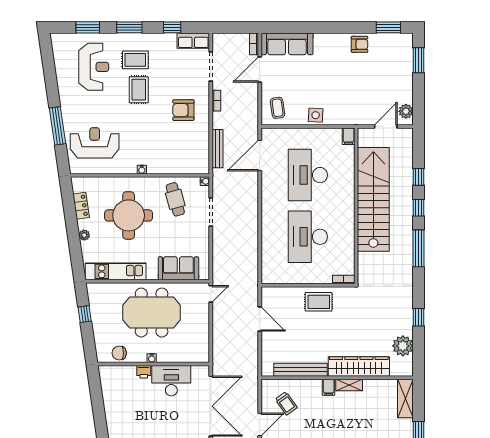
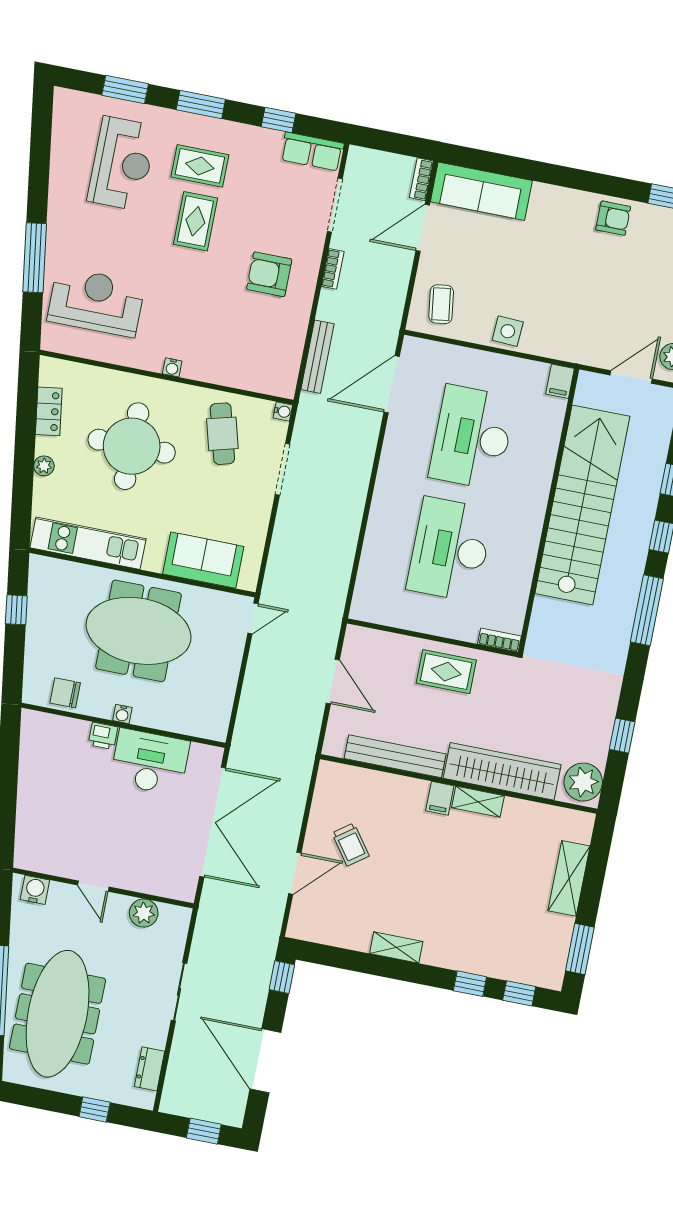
wardrobe: (359, 366) -> (502, 771), moved
bench: (301, 370) -> (395, 756), moved
wall: (337, 378) -> (459, 784), moved
shelving: (349, 385) -> (478, 802), moved
filing cabinet: (329, 387) -> (440, 798), moved

